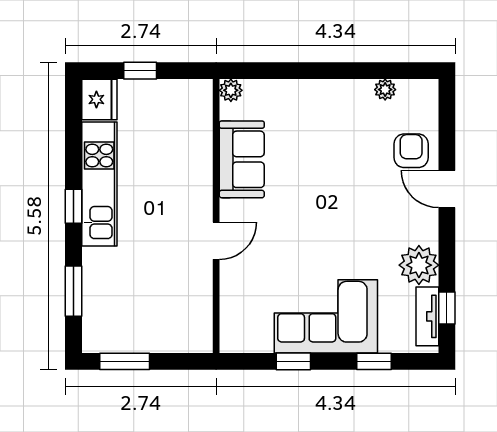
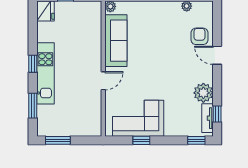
sofa: (242, 159) -> (116, 41), width x1.36
kitchen unit: (99, 184) -> (45, 73), moved
corner sofa: (326, 316) -> (138, 118), moved
window: (374, 361) -> (196, 140), moved

